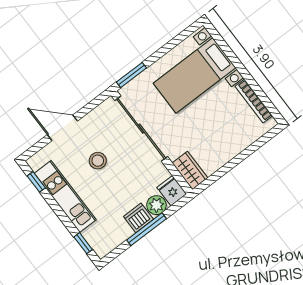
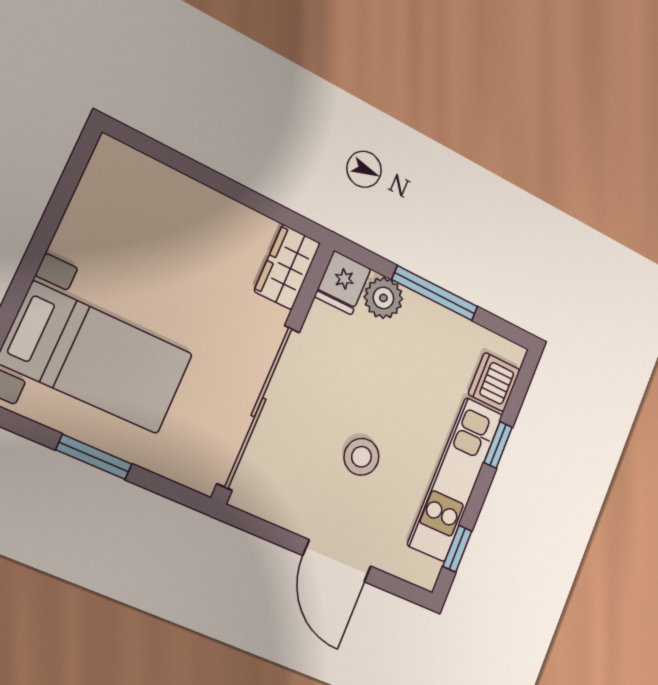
window: (131, 75) -> (94, 457), moved
bookcase: (254, 101) -> (82, 207), removed
dishwasher: (138, 218) -> (494, 382), moved, turned 90
window: (83, 243) -> (498, 445), moved

